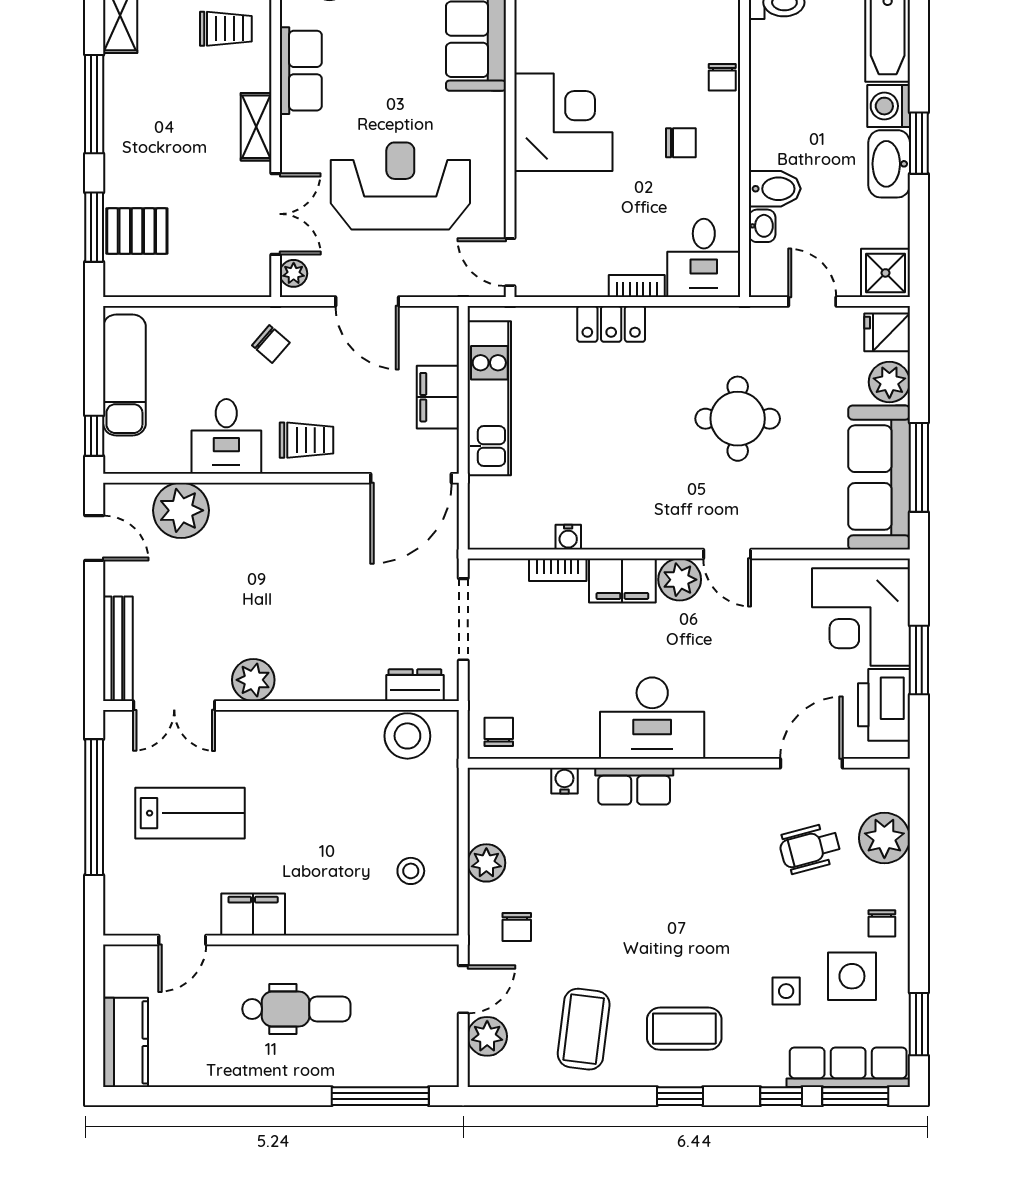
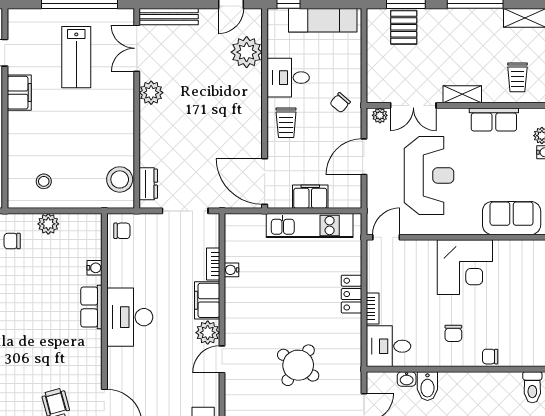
round table: (738, 419) -> (298, 365), turned 35

